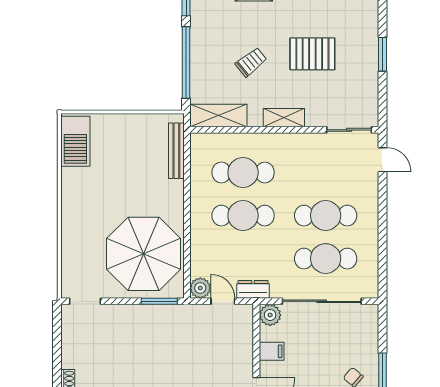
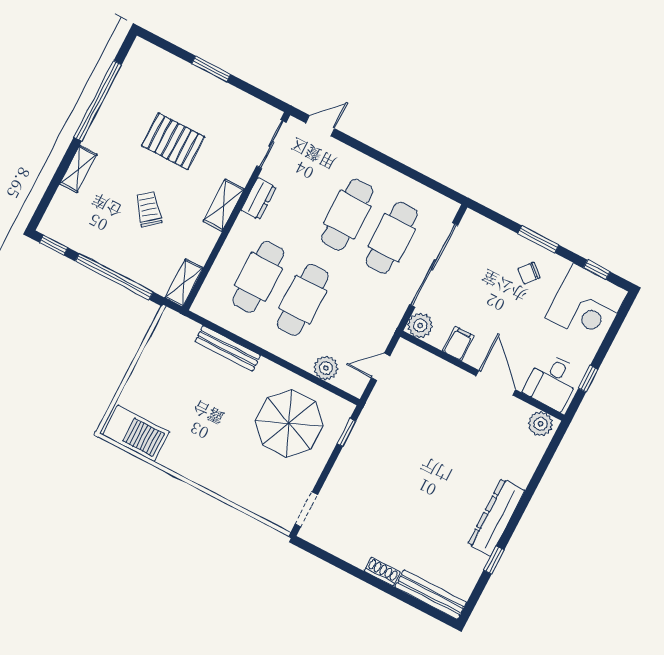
pallet: (312, 54) -> (173, 141), turned 90
shelving: (218, 116) -> (184, 283), width x0.67, depth x0.75
bench: (176, 151) -> (228, 348), moved
parasol: (144, 254) -> (289, 423), width x0.73, depth x0.73
plant: (200, 288) -> (326, 368), moved
dresser: (253, 289) -> (259, 199), moved, turned 180
window: (159, 301) -> (346, 433), width x0.67

